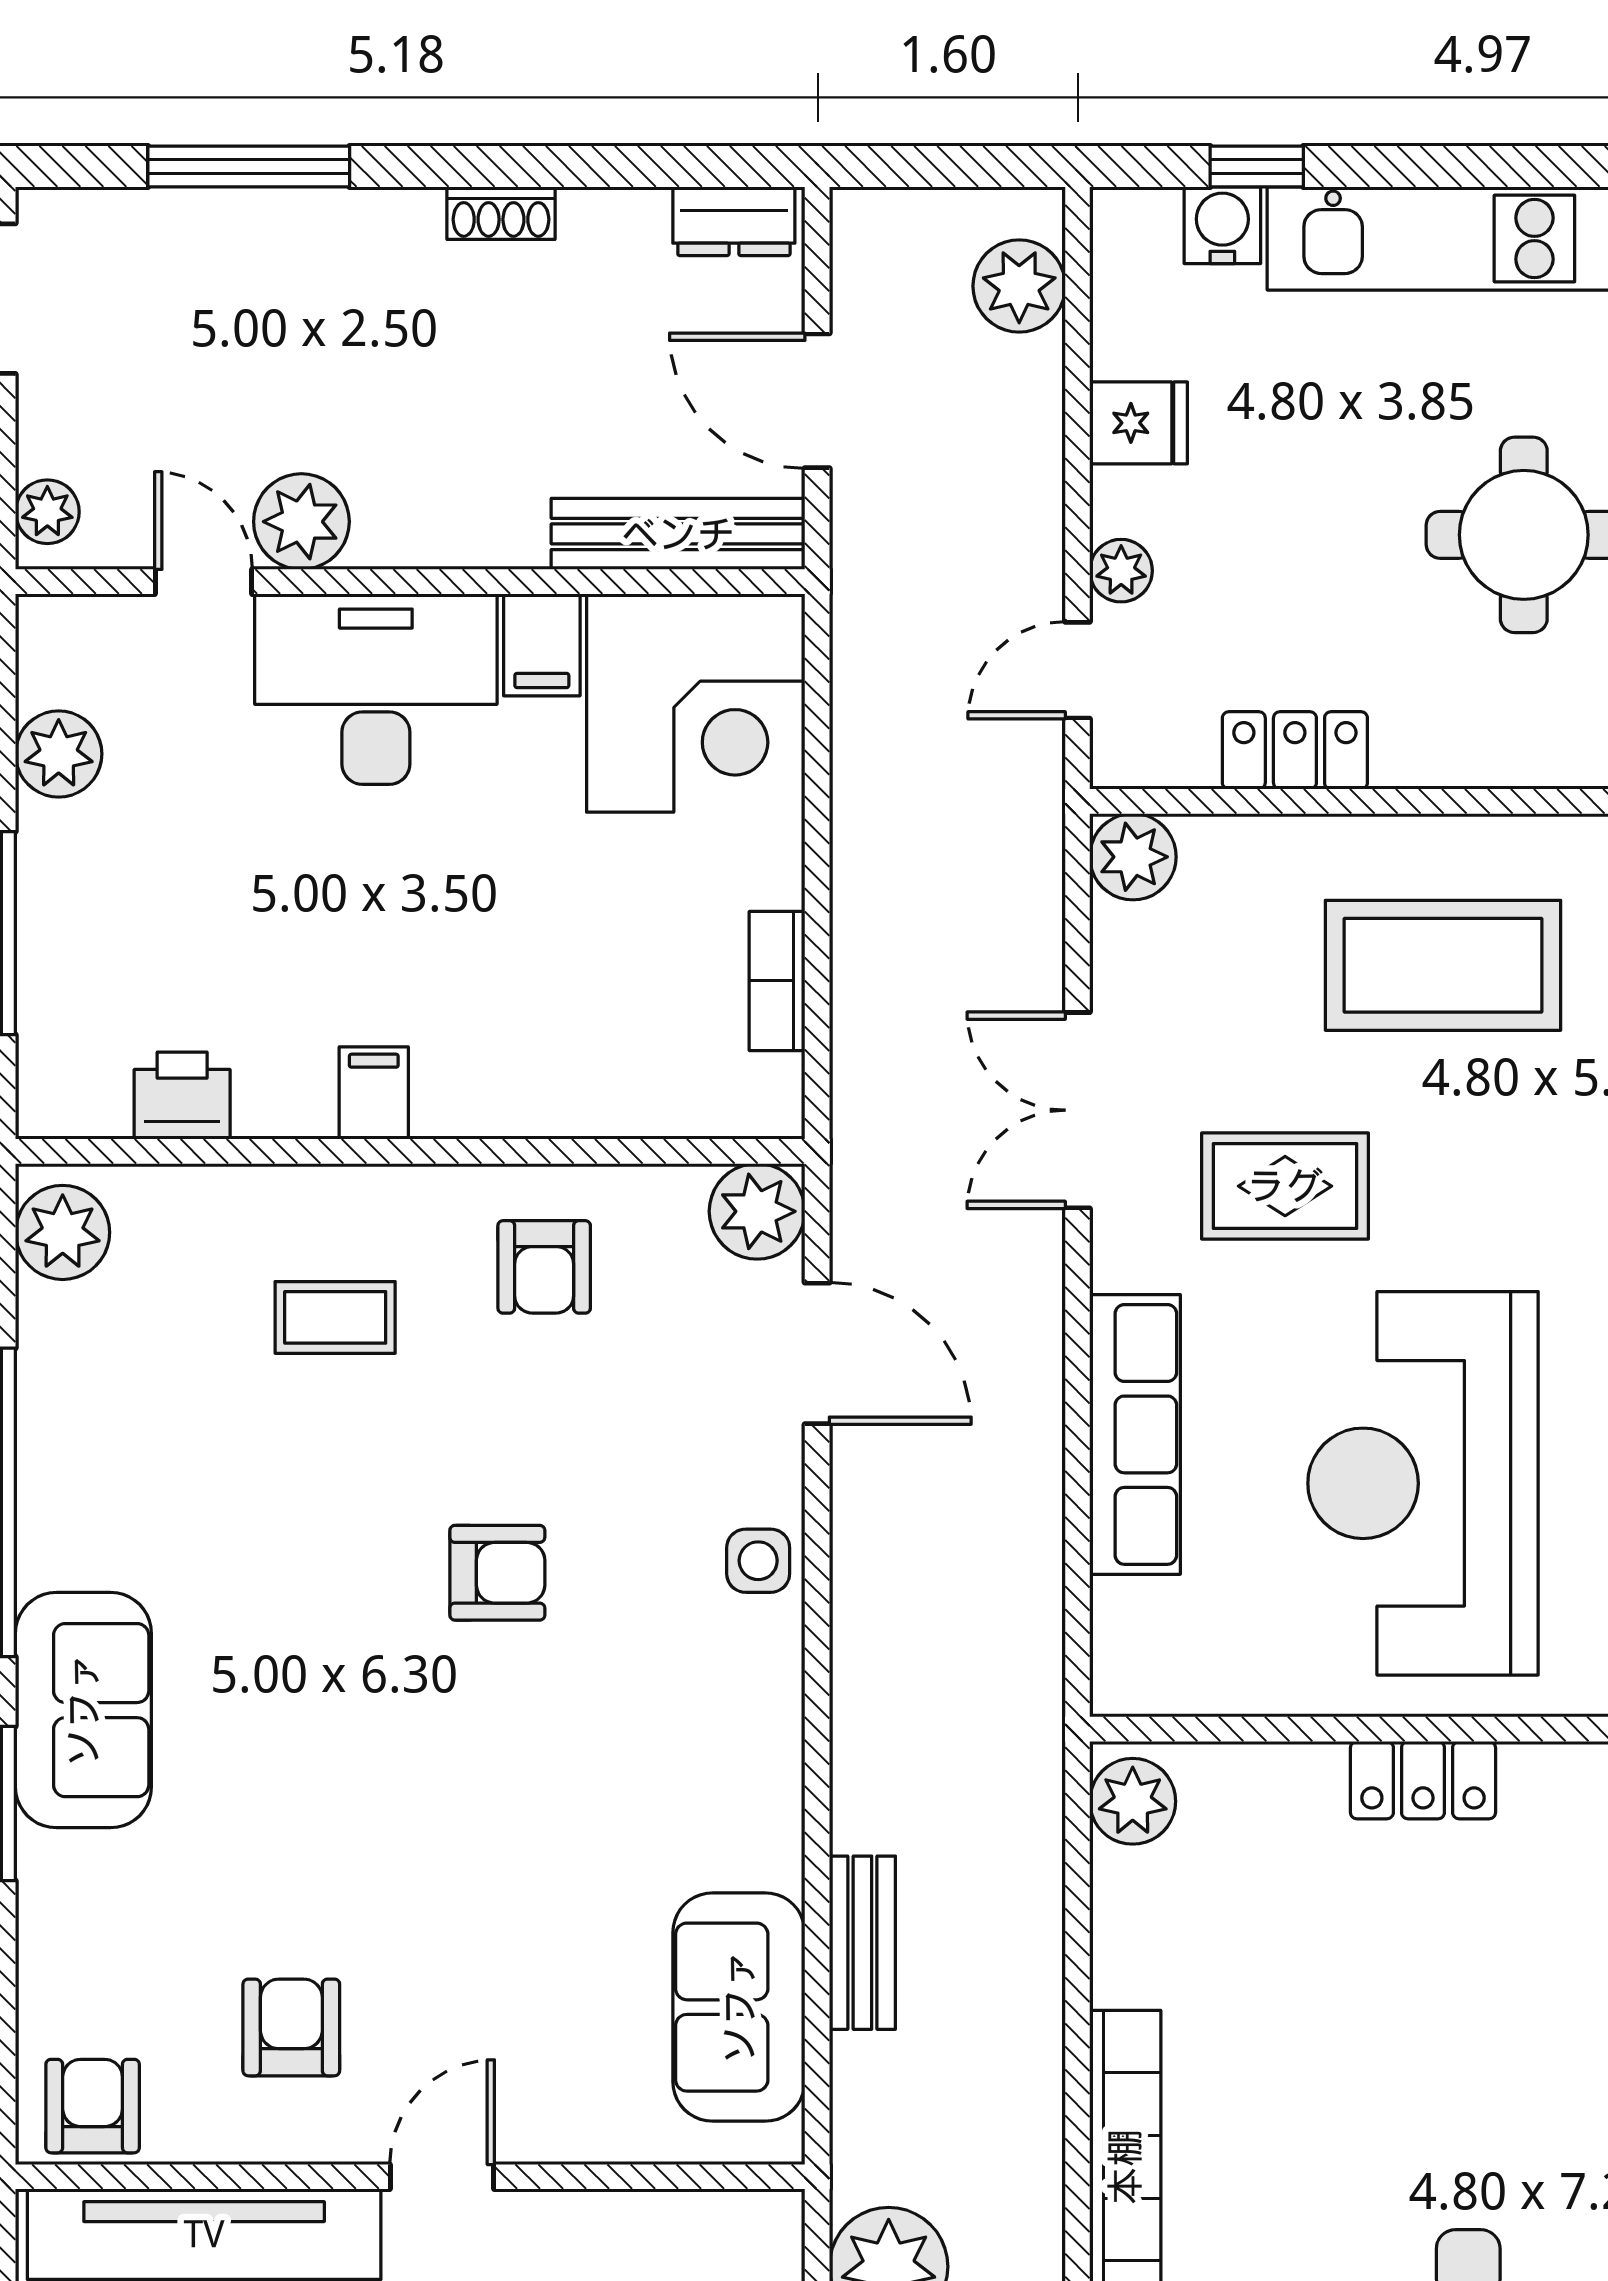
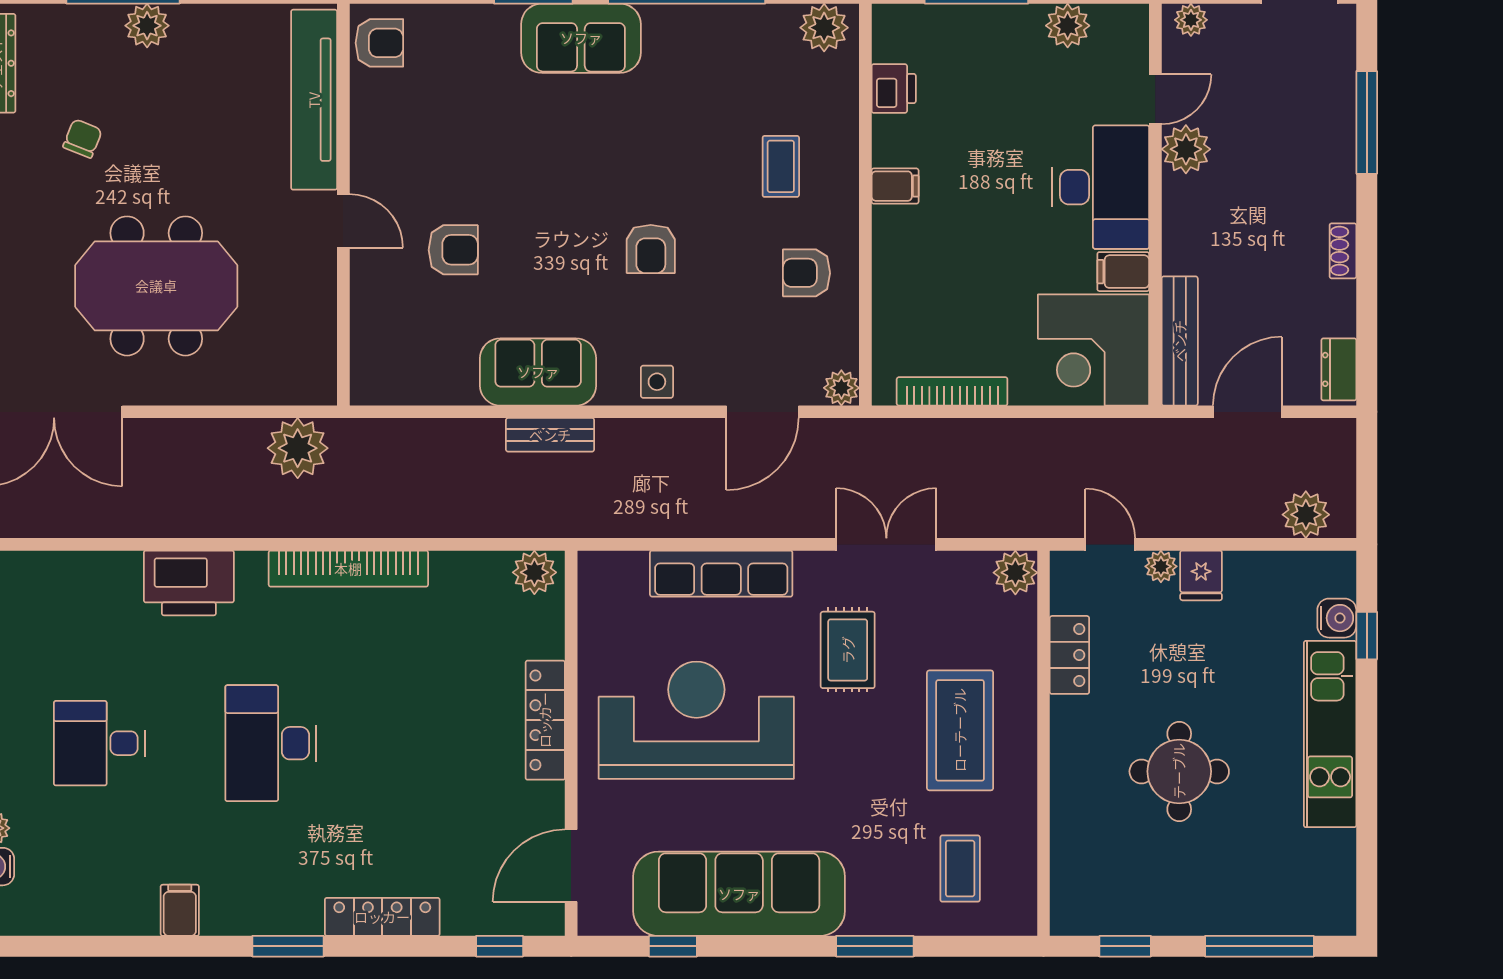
fridge: (1139, 423) -> (1201, 575), moved
bookcase: (777, 981) -> (952, 391), width x1.56
plant: (757, 1211) -> (841, 388), width x0.73, depth x0.73
locker: (1423, 1780) -> (545, 720), width x1.53
bench: (862, 1943) -> (550, 435), moved
sofa: (739, 2007) -> (538, 372), moved
armchair: (291, 2027) -> (453, 250), moved

